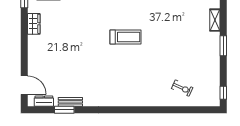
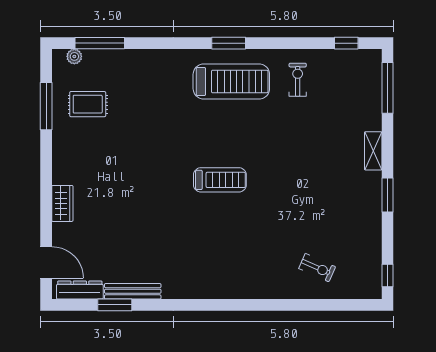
wardrobe: (34, 24) -> (62, 203), moved
dresser: (44, 101) -> (80, 290), width x1.44
bench: (70, 102) -> (133, 291), width x1.36

